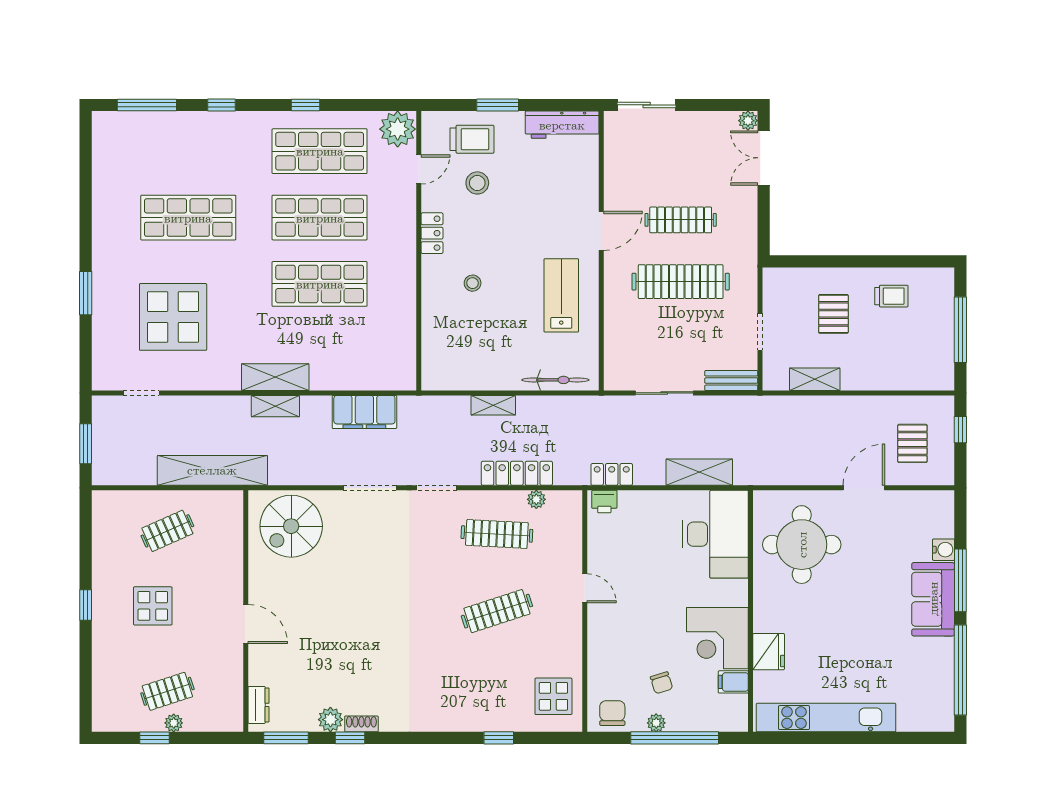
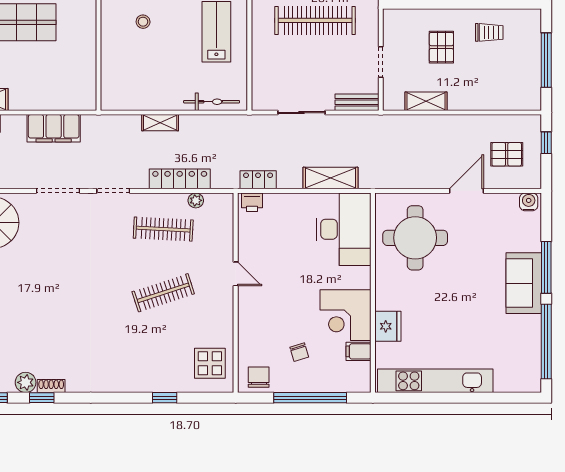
pallet: (912, 443) -> (507, 154), turned 90
water cooler: (944, 550) -> (529, 202), moved, turned -90
plant: (656, 723) -> (295, 385), removed

